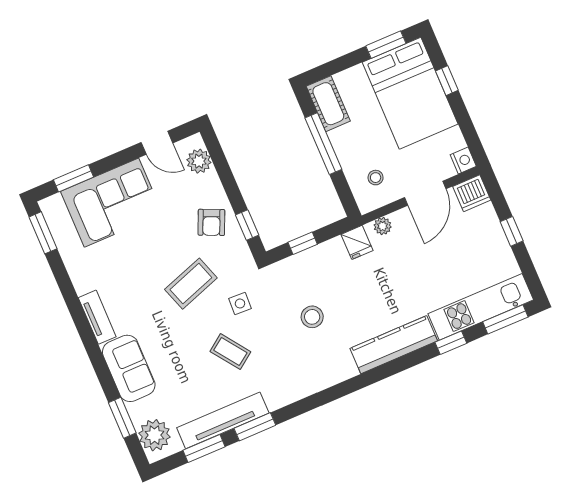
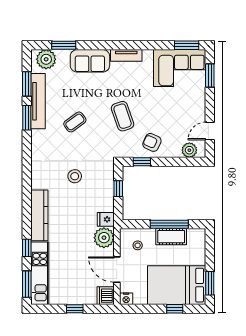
cot: (328, 104) -> (171, 237), moved
corner sofa: (111, 203) -> (180, 68), moved, turned -90
plant: (383, 226) -> (104, 238), width x1.87, depth x1.87
side table: (240, 303) -> (100, 139), removed

